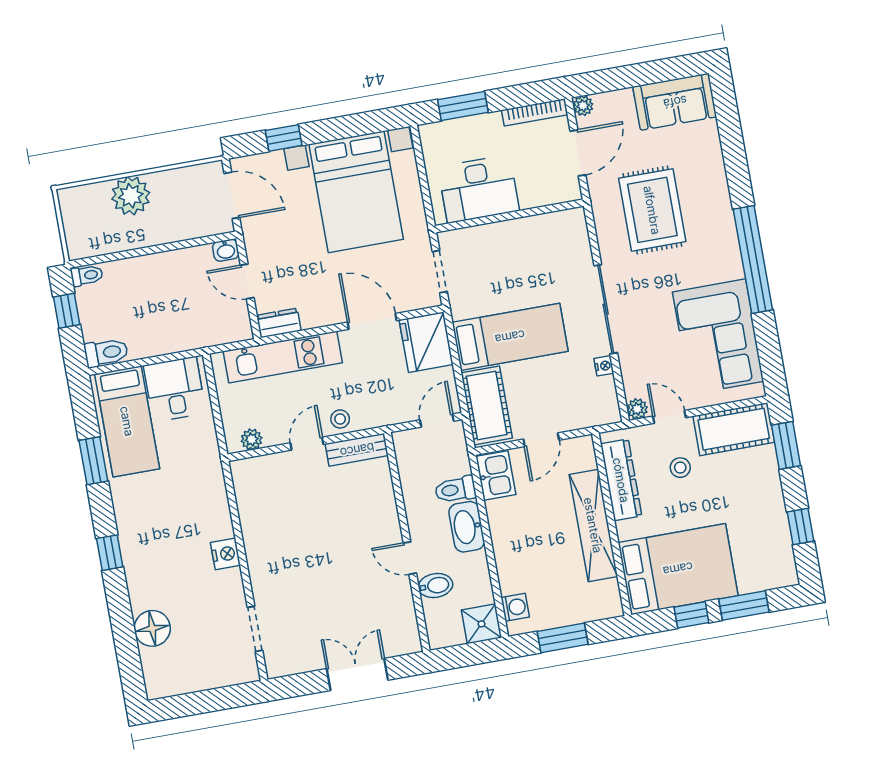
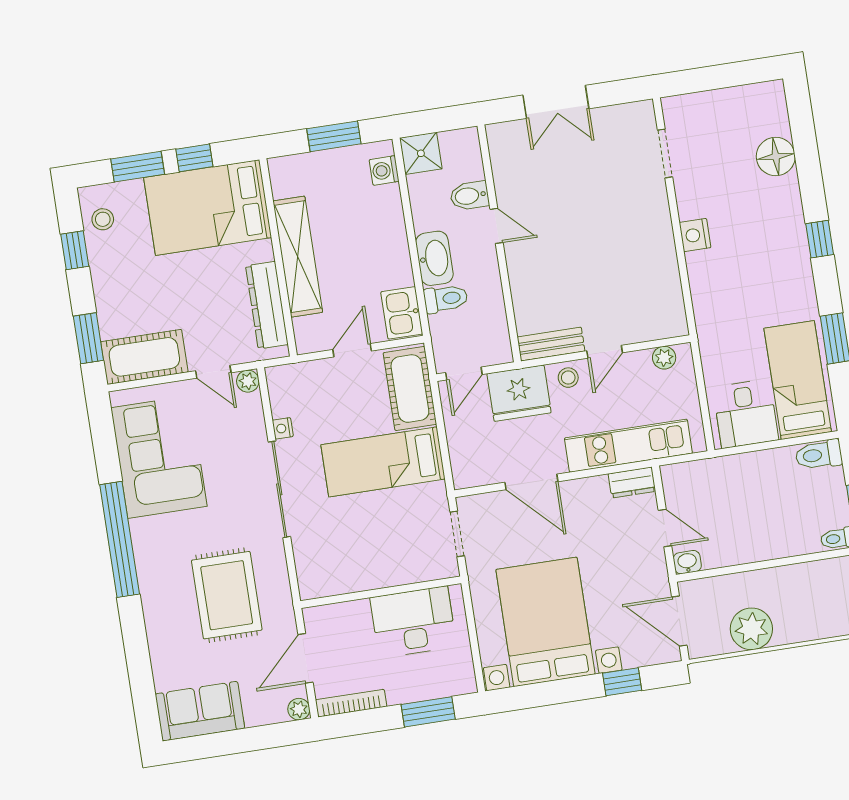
plant: (131, 196) -> (751, 629), moved
fridge: (426, 342) -> (519, 393), moved, turned 90
stool: (680, 468) -> (103, 219), moved

